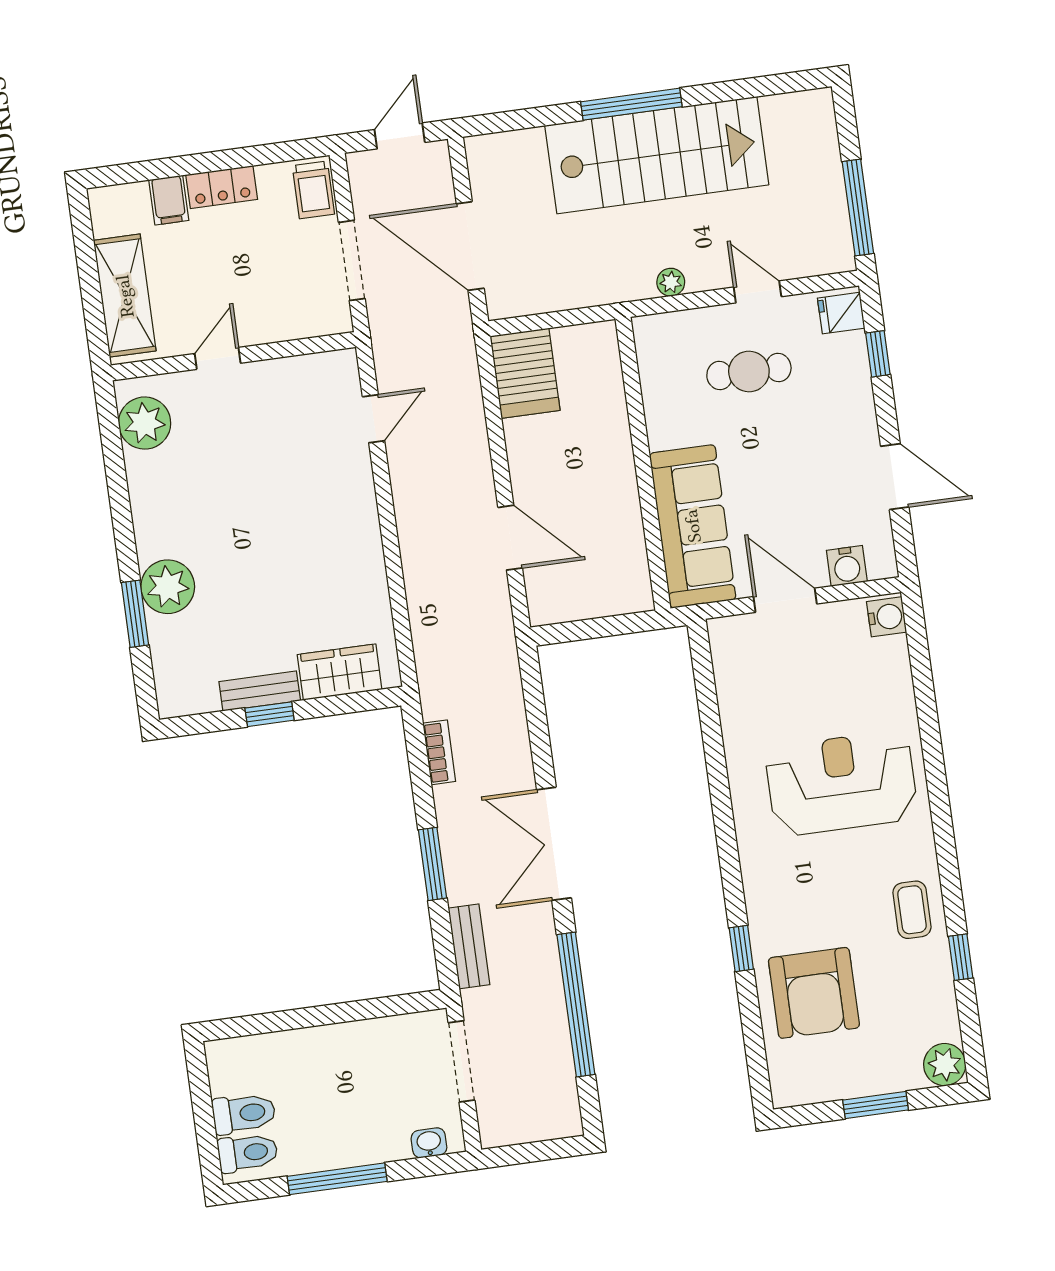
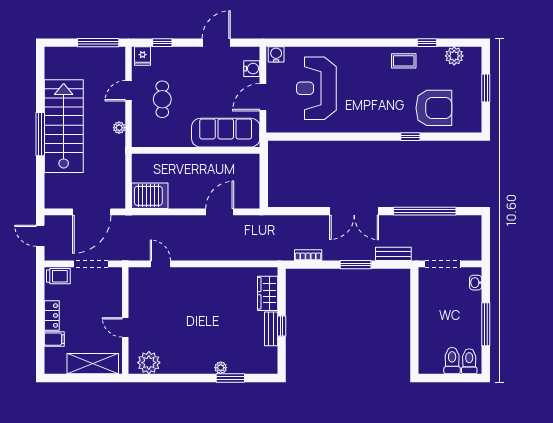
plant: (168, 587) -> (221, 368), width x0.53, depth x0.53
reception desk: (842, 783) -> (316, 88), moved
plant: (945, 1065) -> (454, 56), moved

